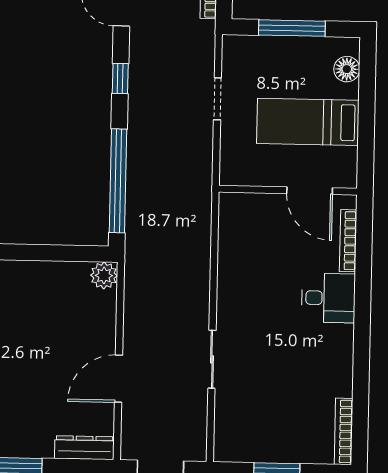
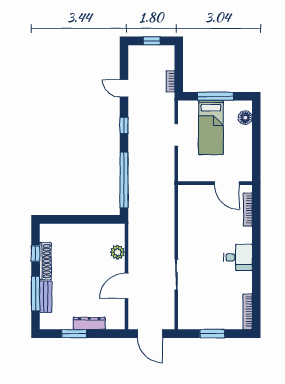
bed: (308, 122) -> (211, 128), moved, turned -90
plant: (104, 275) -> (118, 252), moved
desk: (328, 298) -> (238, 257), moved
dresser: (84, 448) -> (89, 323), moved

